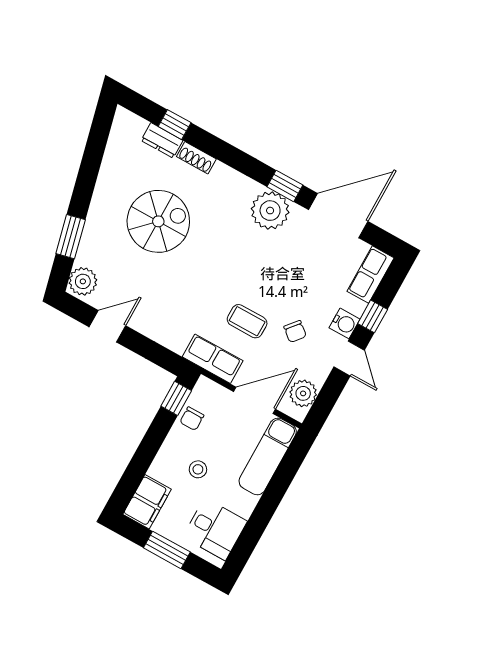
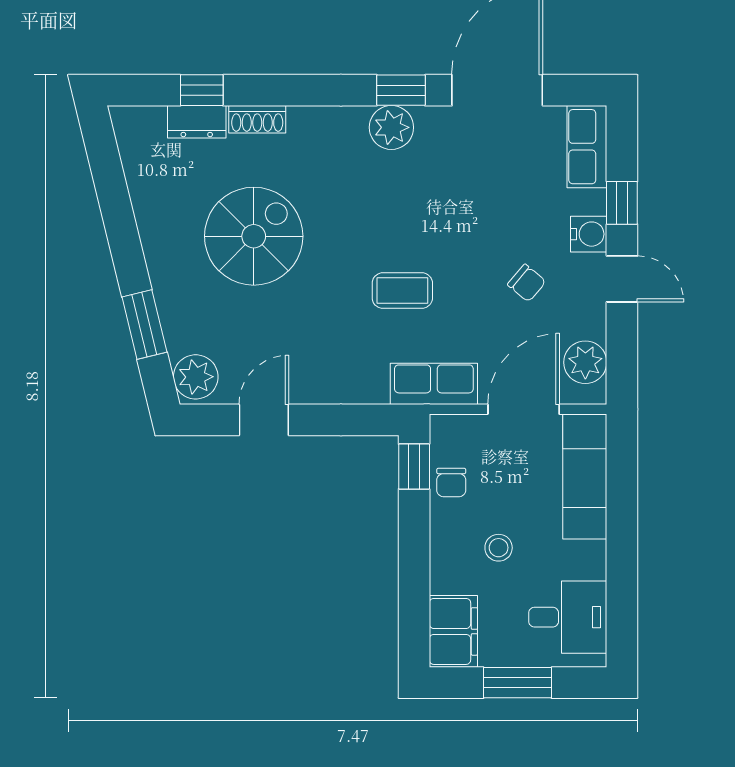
plant: (270, 211) -> (391, 127), width x0.73, depth x0.73
coffee table: (247, 321) -> (402, 291), moved

